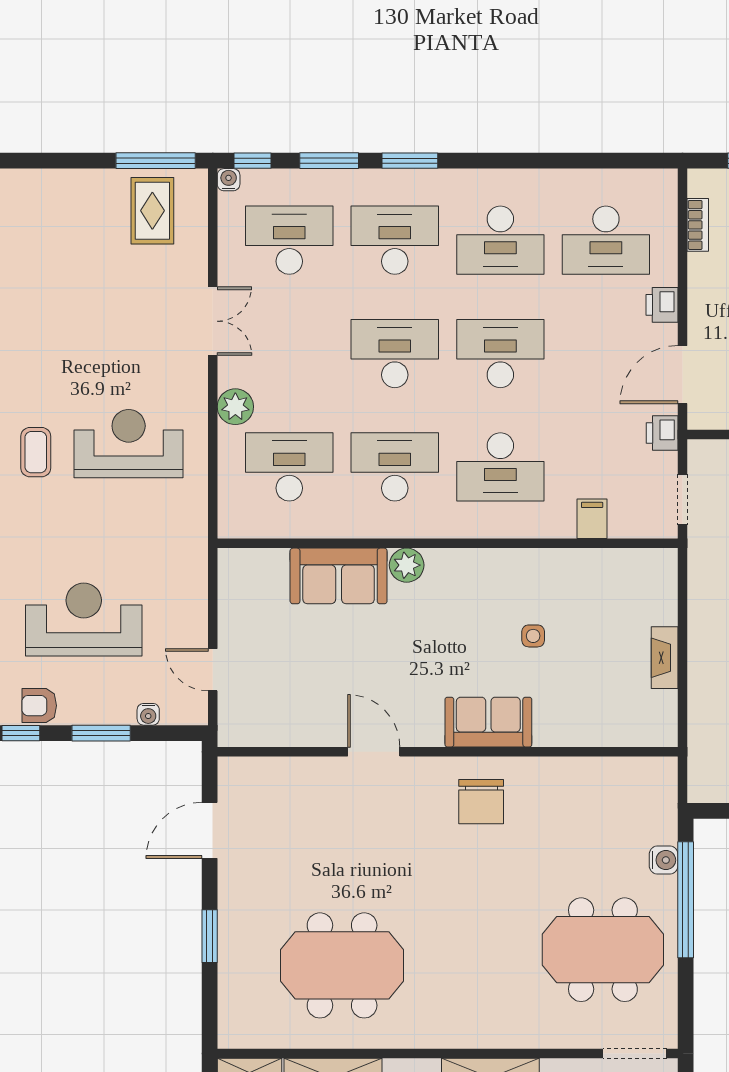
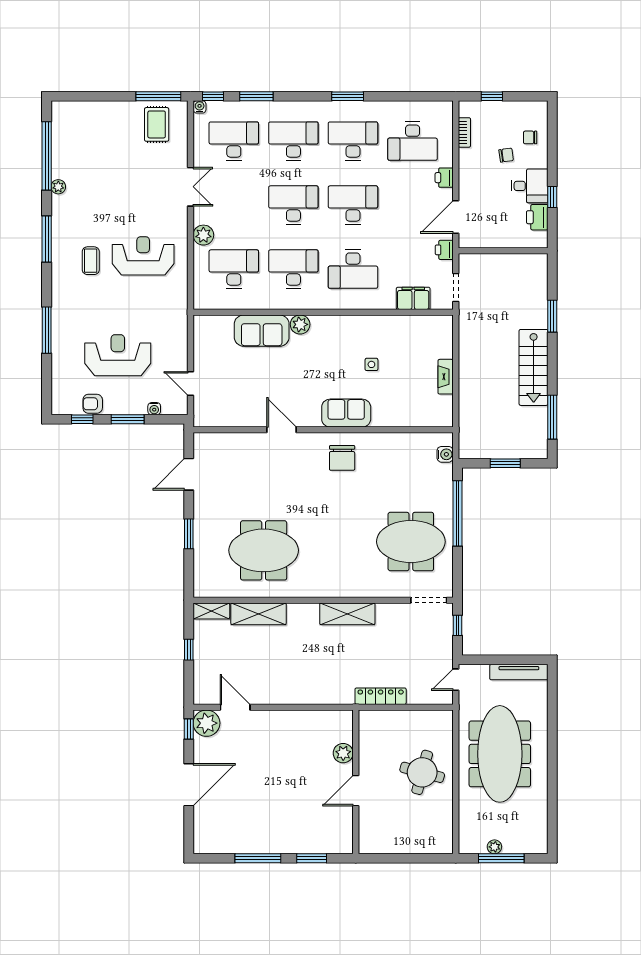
window: (410, 161) -> (348, 96), moved
desk: (500, 240) -> (353, 141), turned 180
filing cabinet: (592, 519) -> (413, 298), width x2.00
water cooler: (664, 860) -> (445, 454), moved

